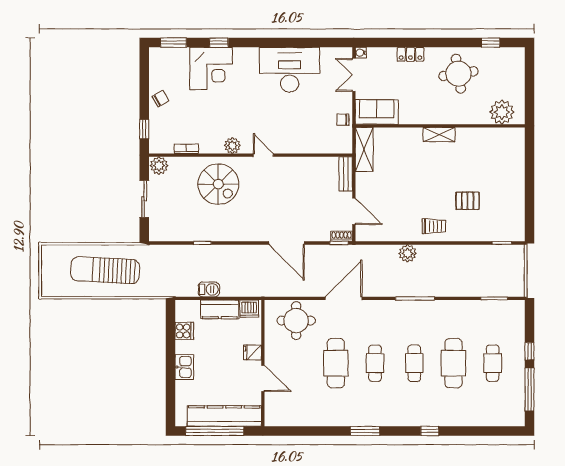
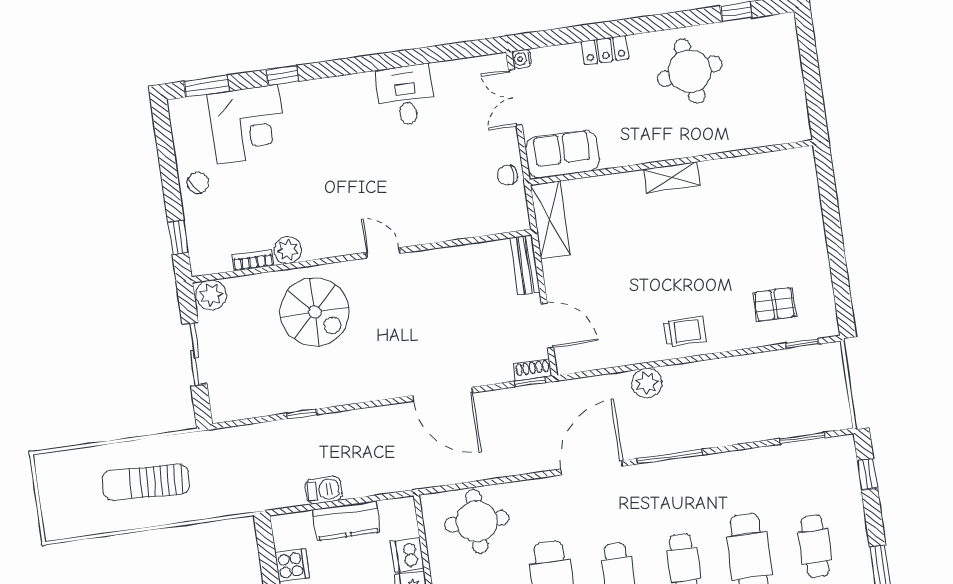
corner desk: (211, 68) -> (247, 124), moved
desk: (290, 70) -> (406, 95), width x0.53, depth x0.77
plant: (502, 112) -> (771, 125), removed
plant: (232, 146) -> (288, 250), moved
pallet: (468, 201) -> (774, 304), moved
sun lounger: (105, 270) -> (146, 482), width x0.73, depth x0.75
door: (344, 298) -> (592, 468), moved
dishwasher: (249, 309) -> (407, 555), moved, turned 90
window: (529, 351) -> (867, 474), moved

